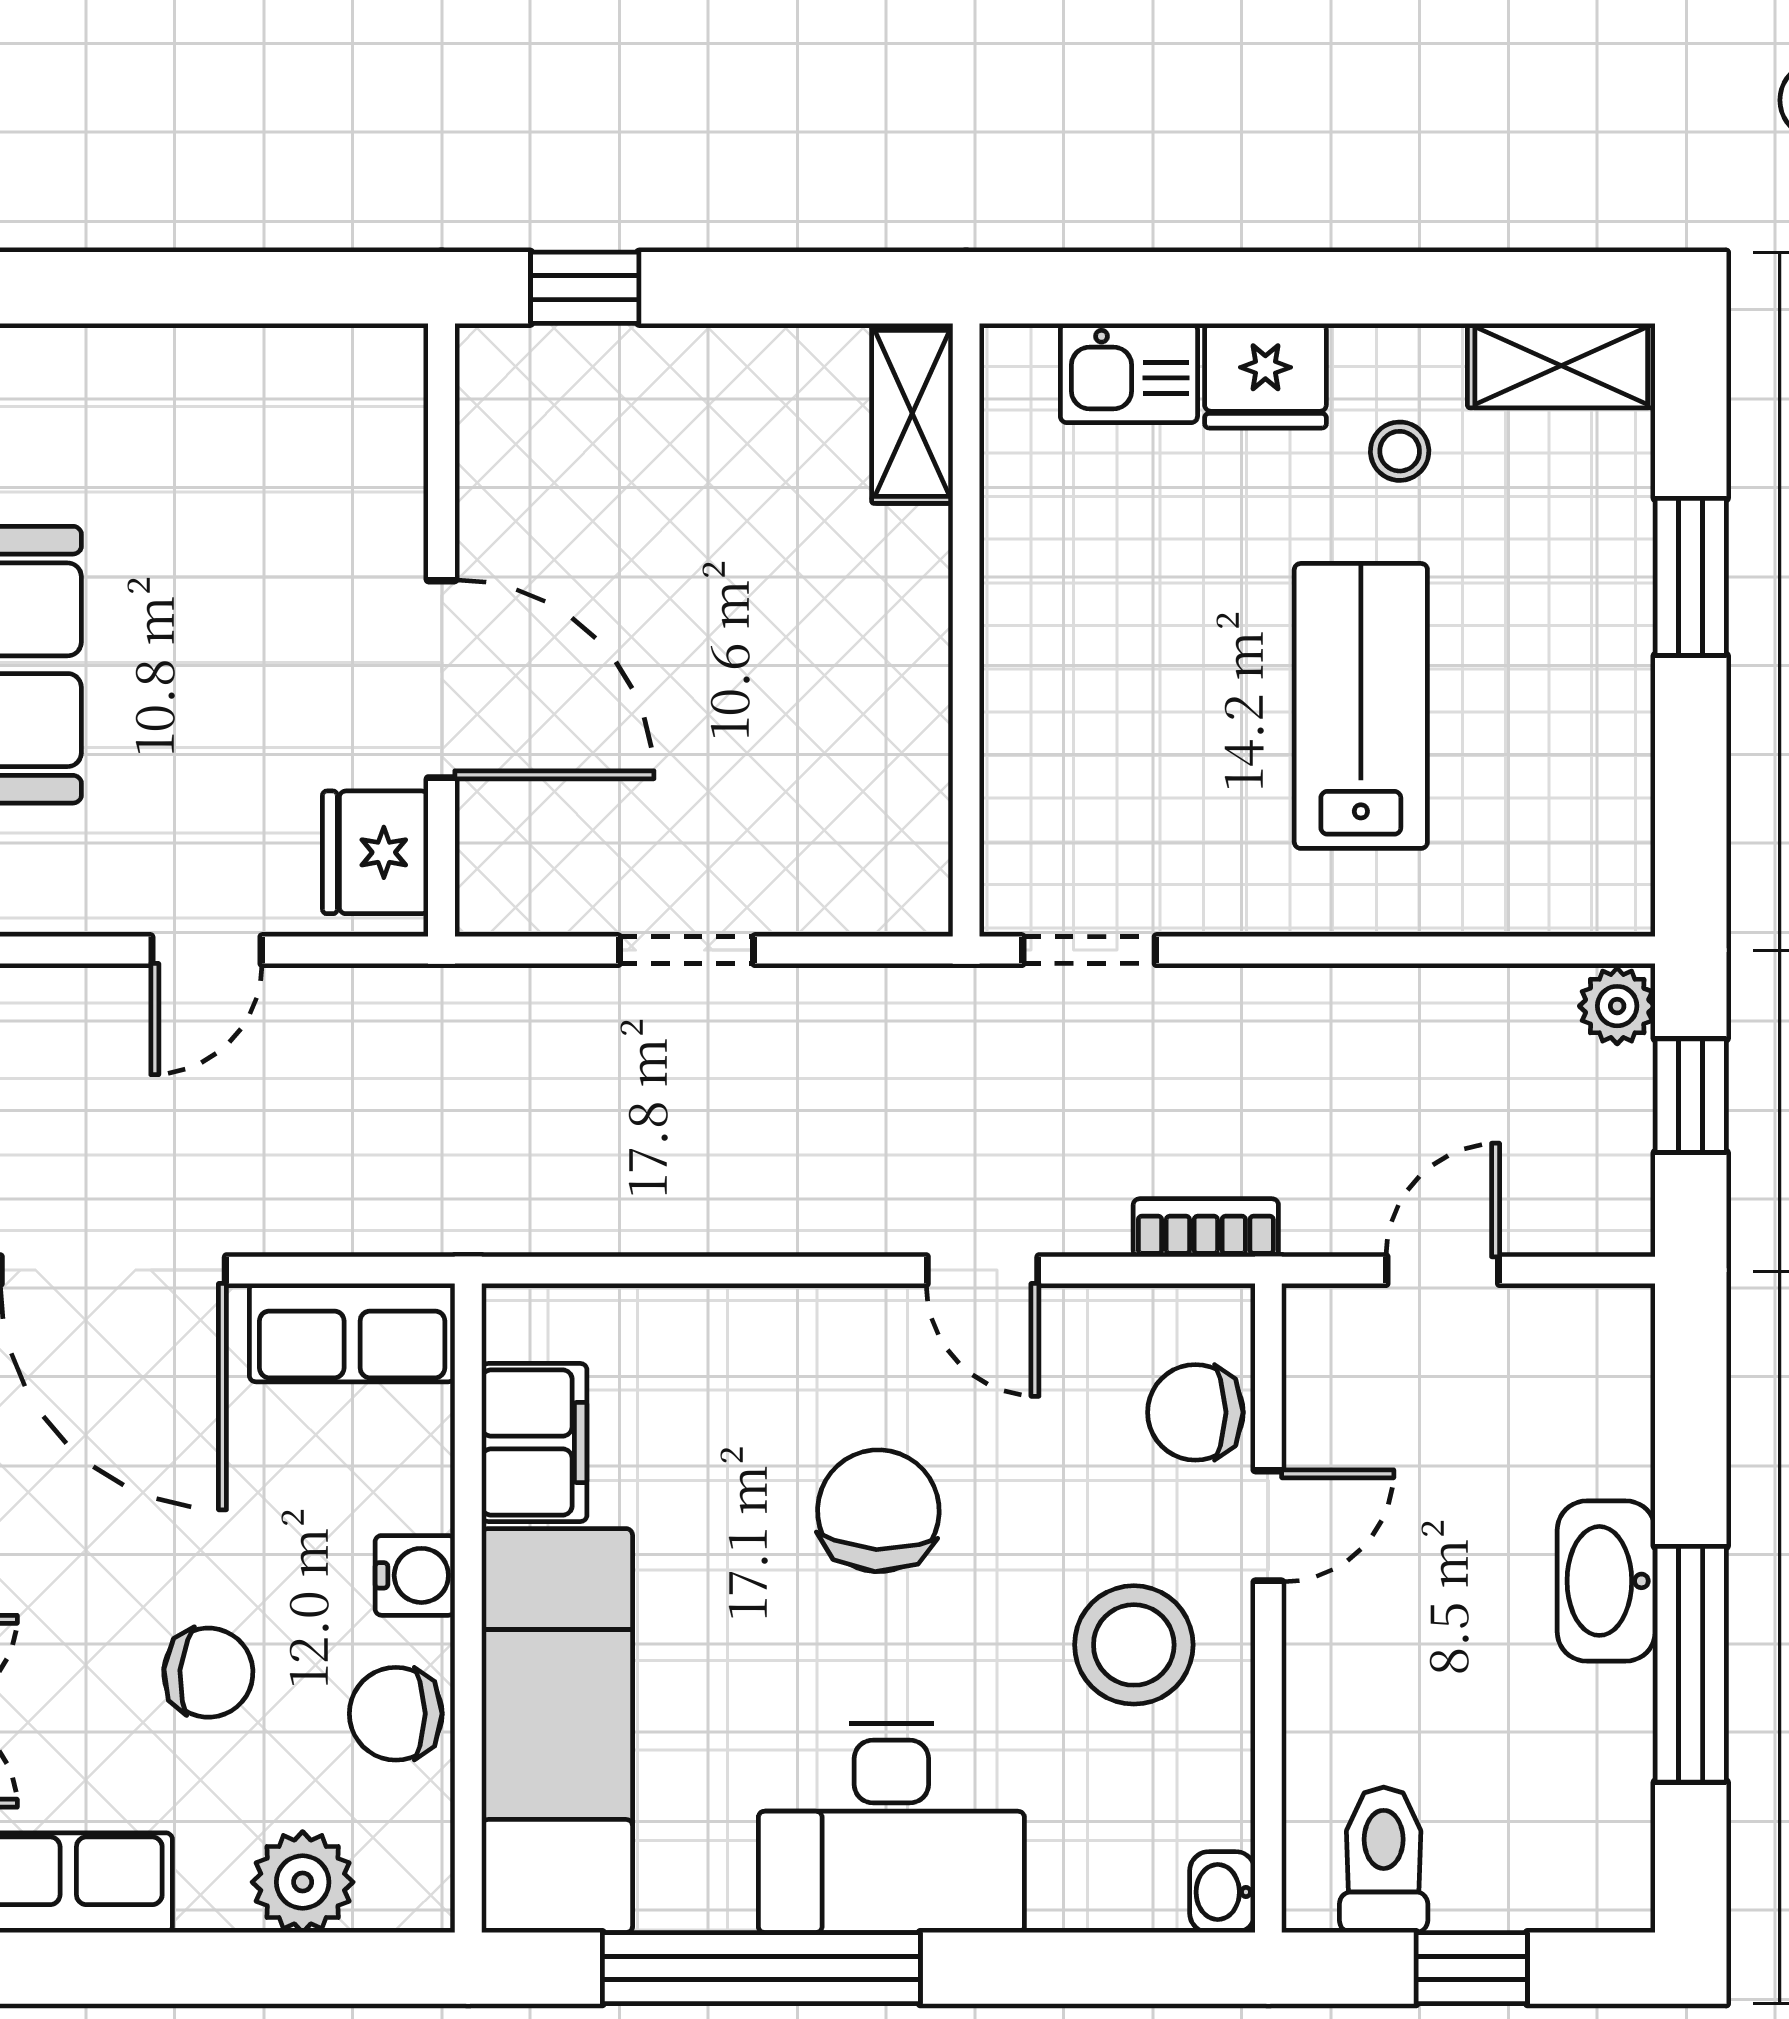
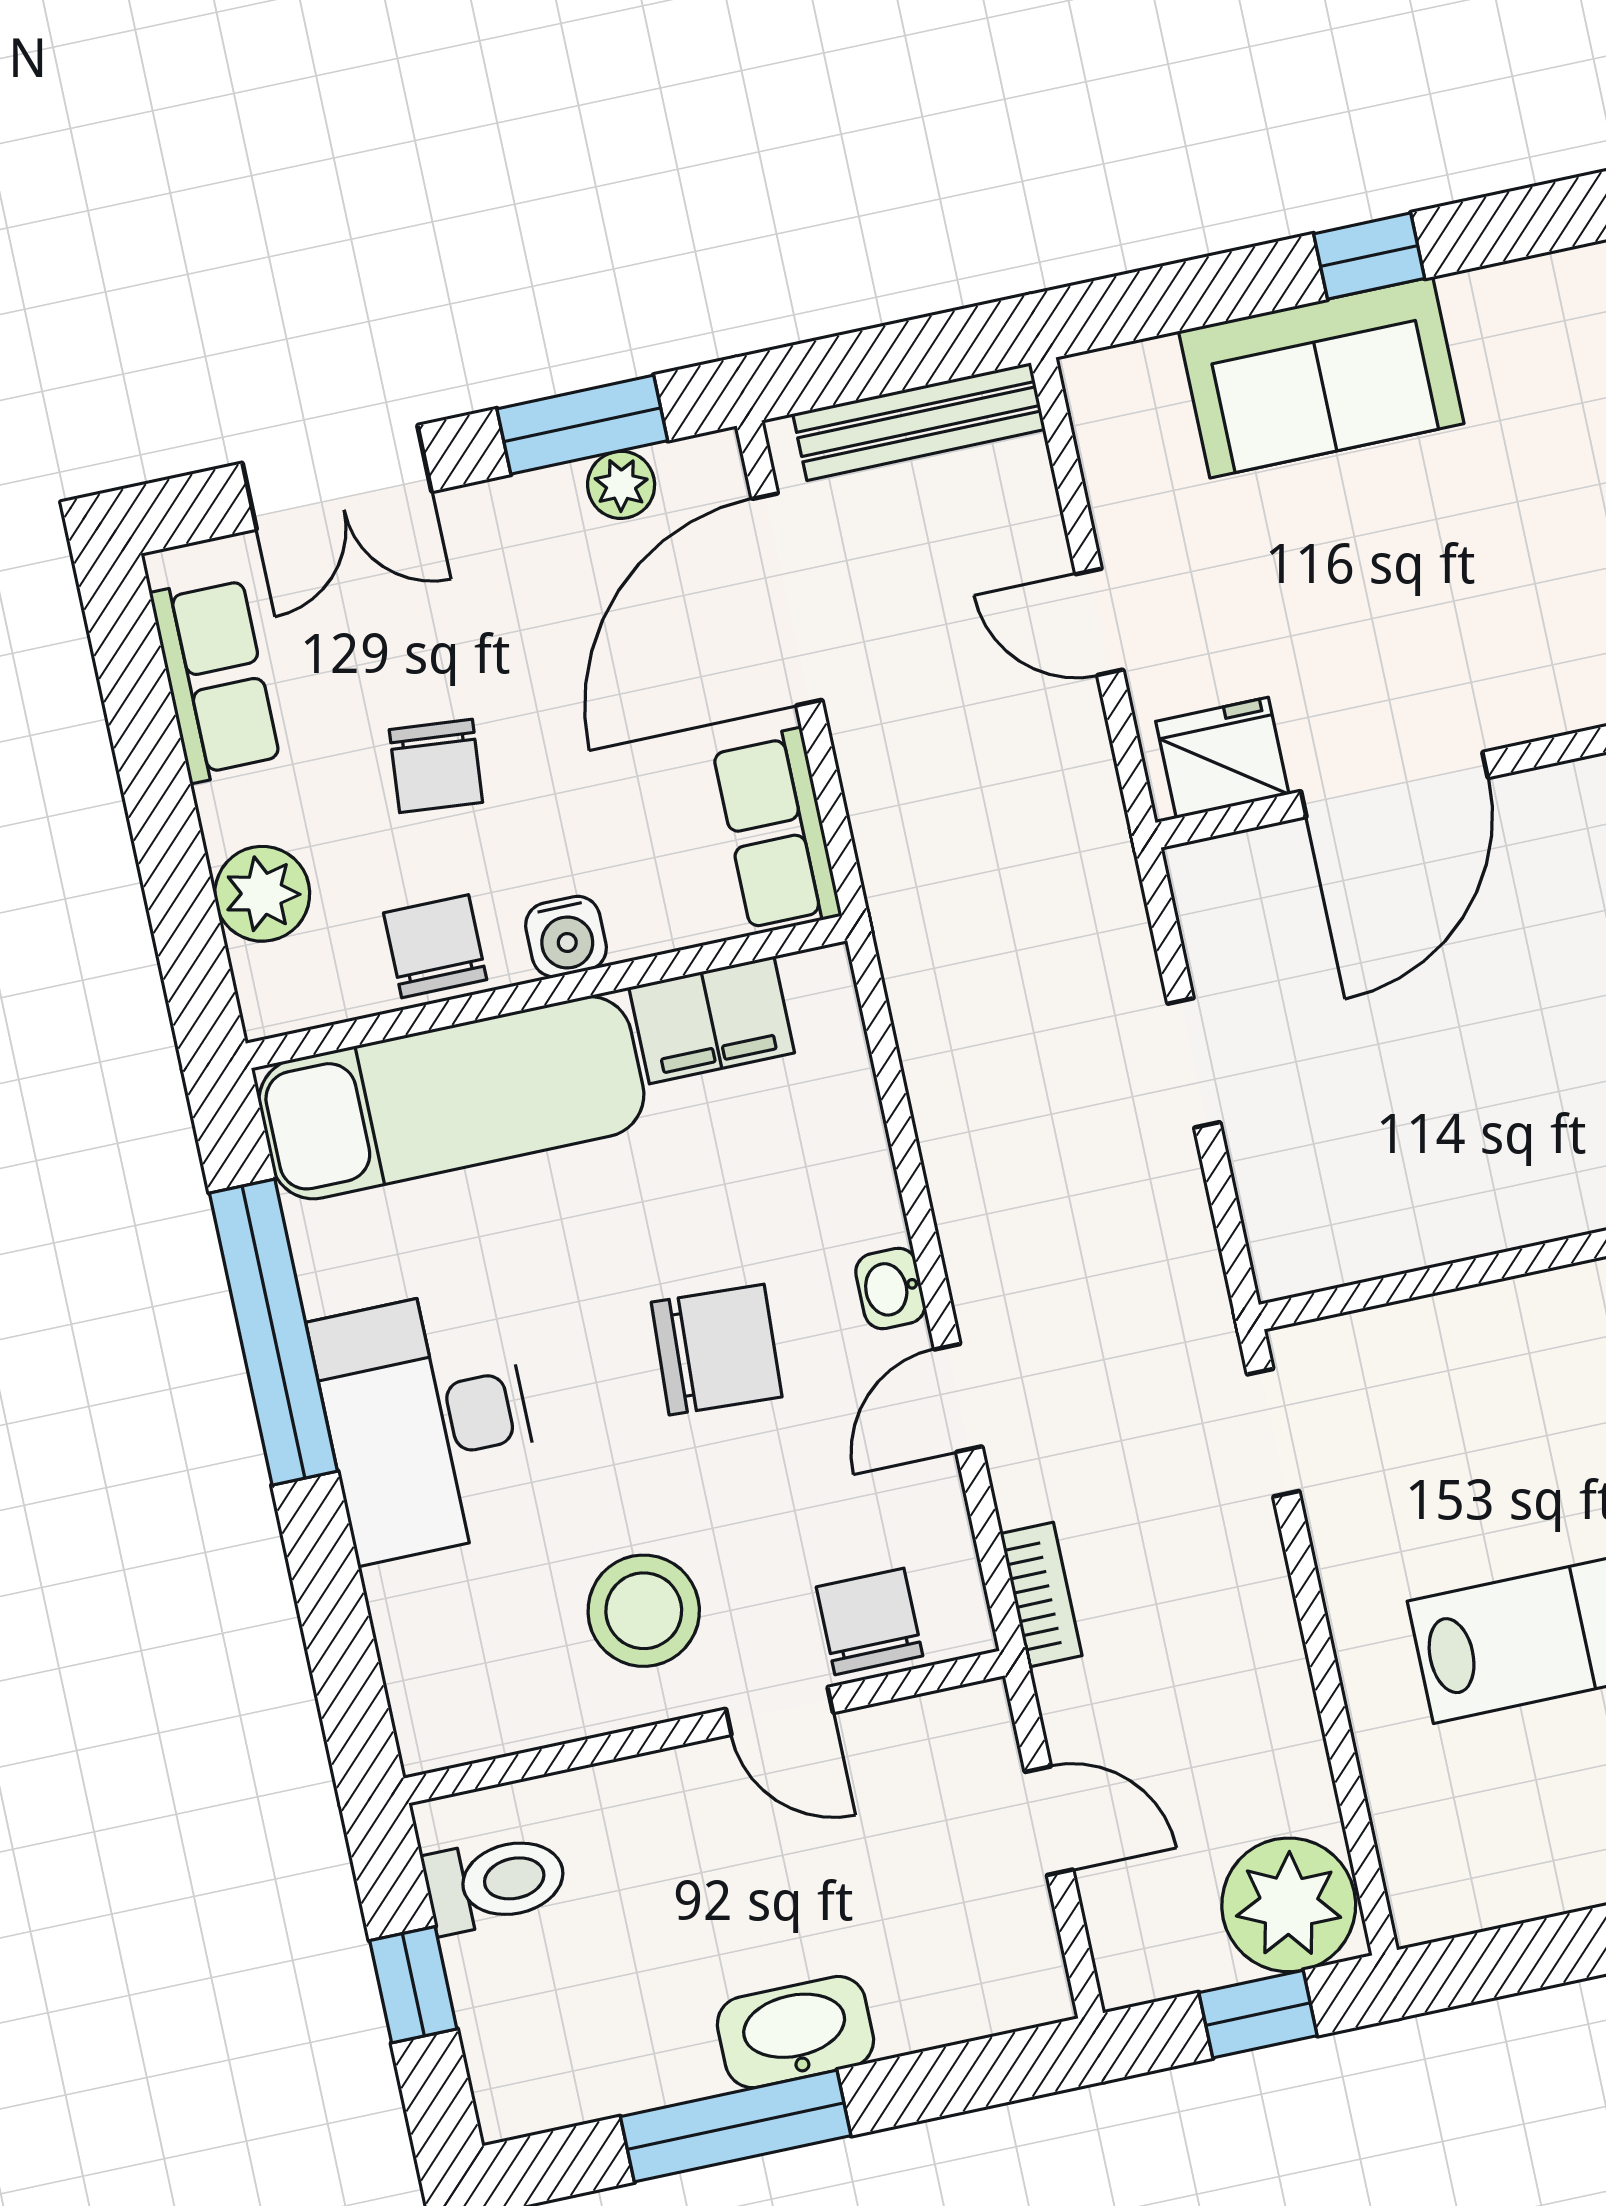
plant: (1617, 1006) -> (1289, 1905), width x1.88, depth x1.88
washbasin: (1222, 1892) -> (890, 1288), moved, turned -90

